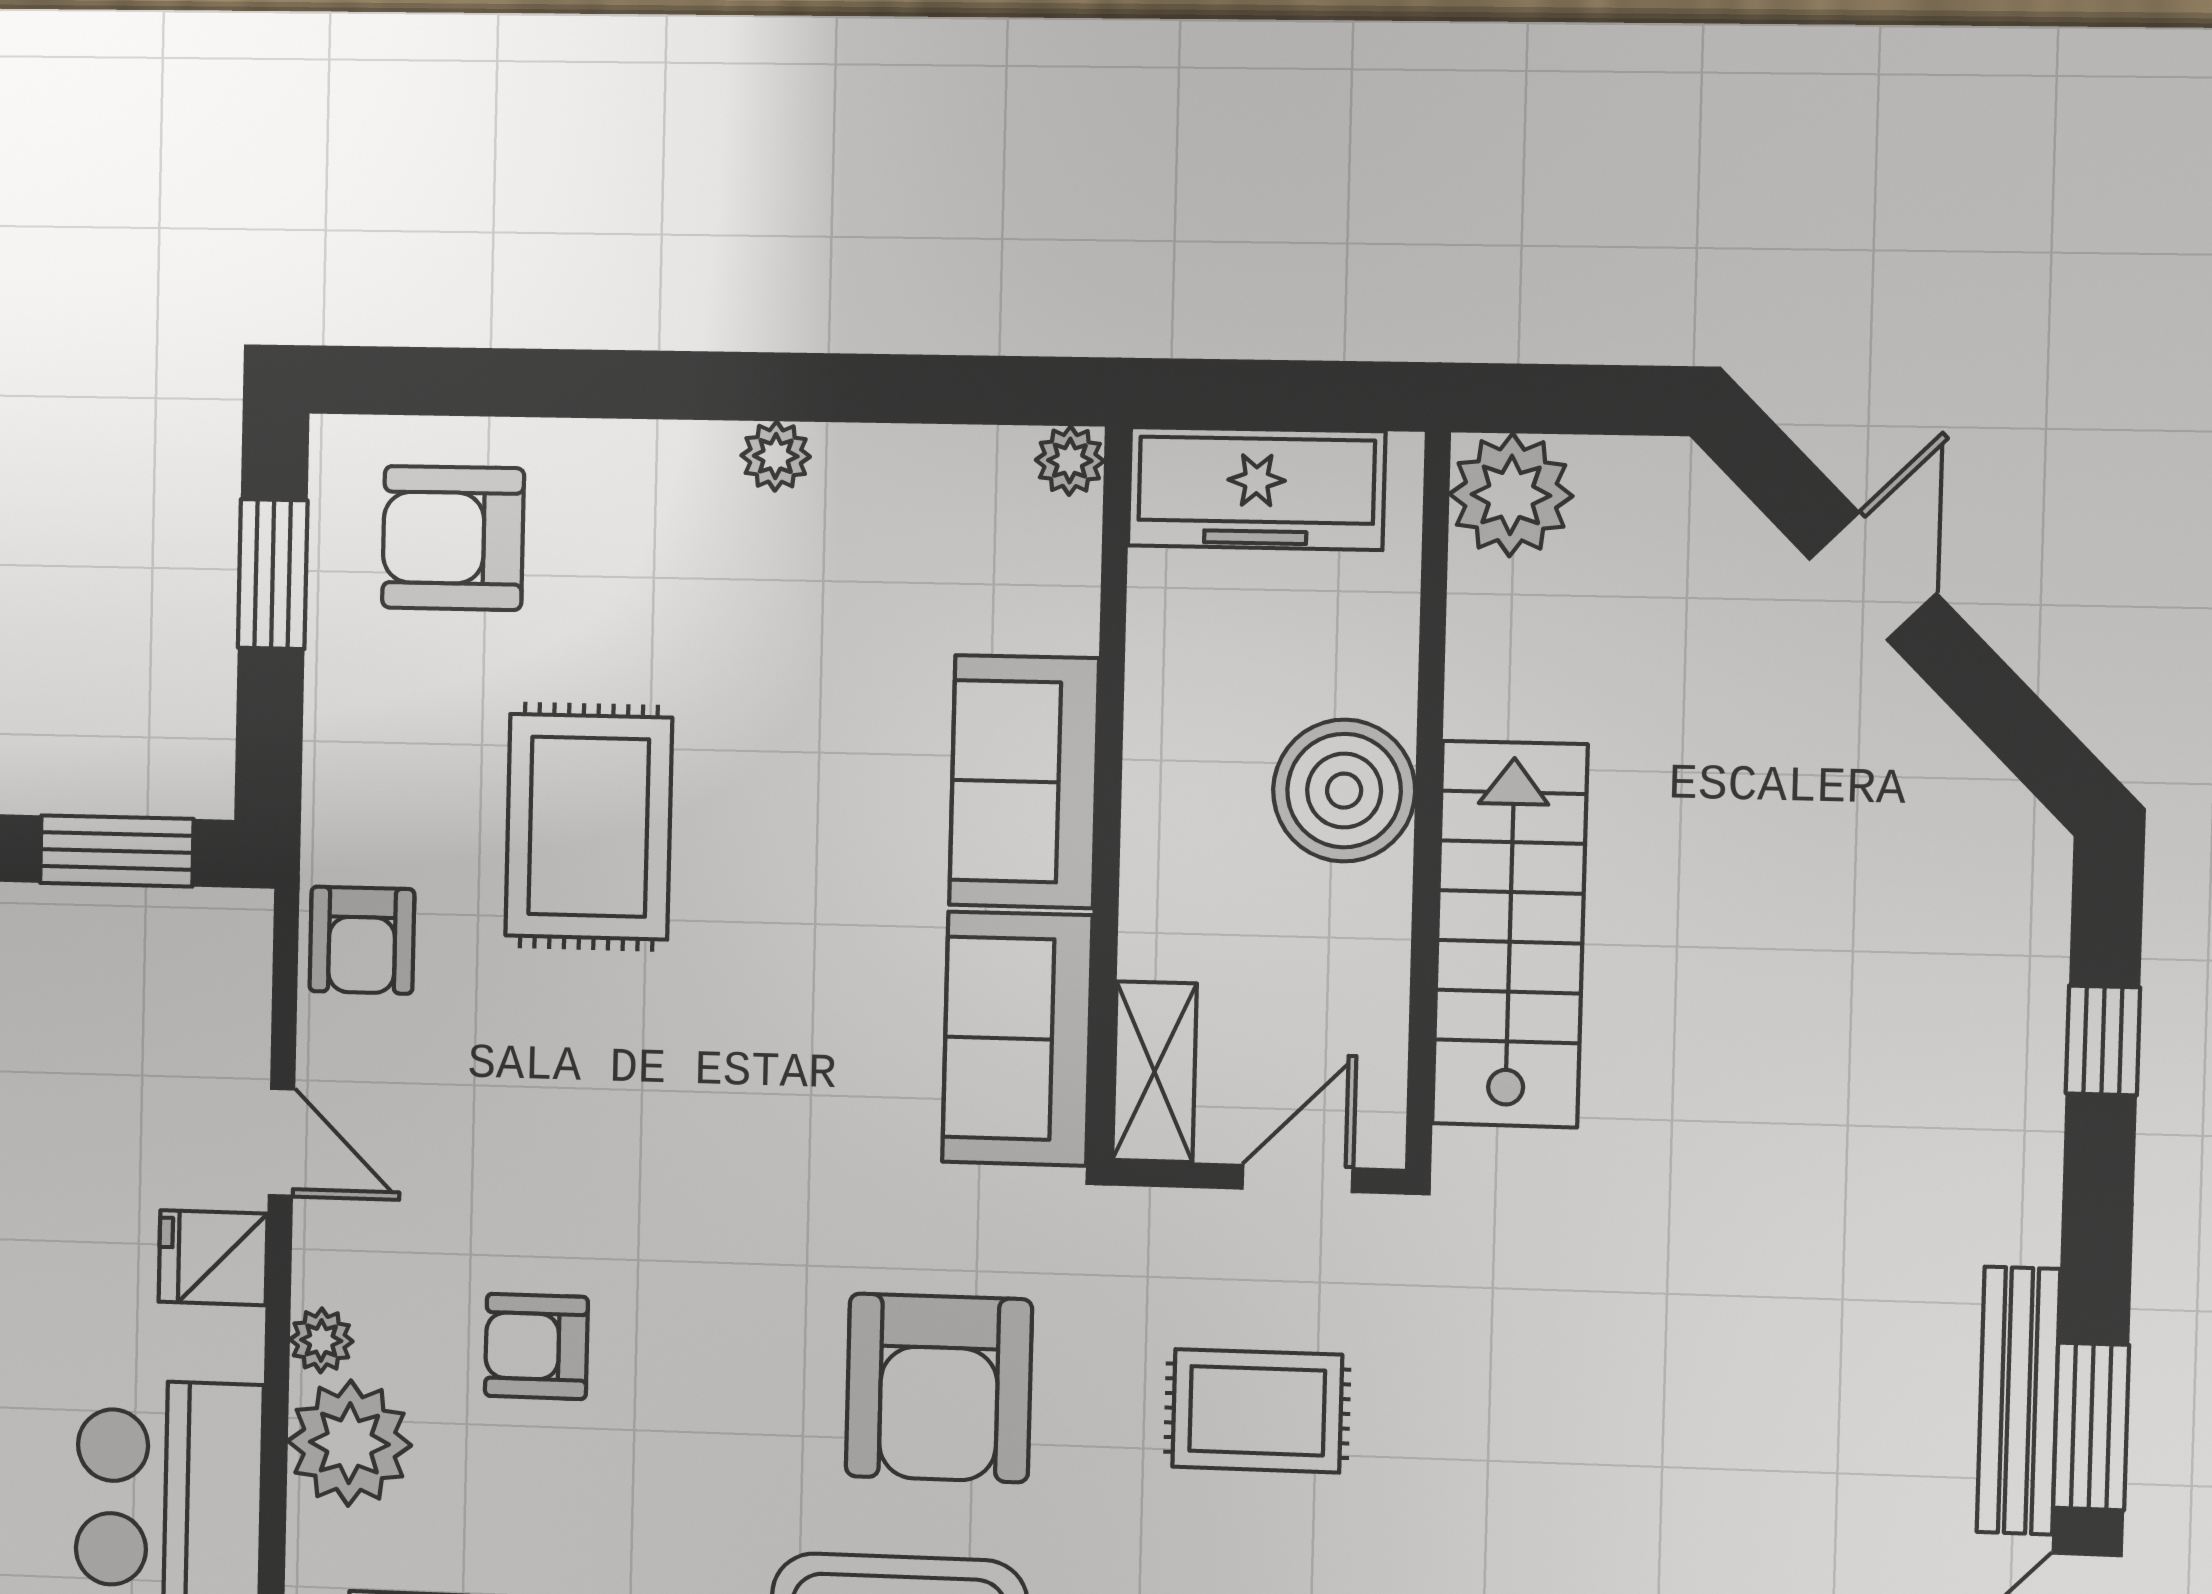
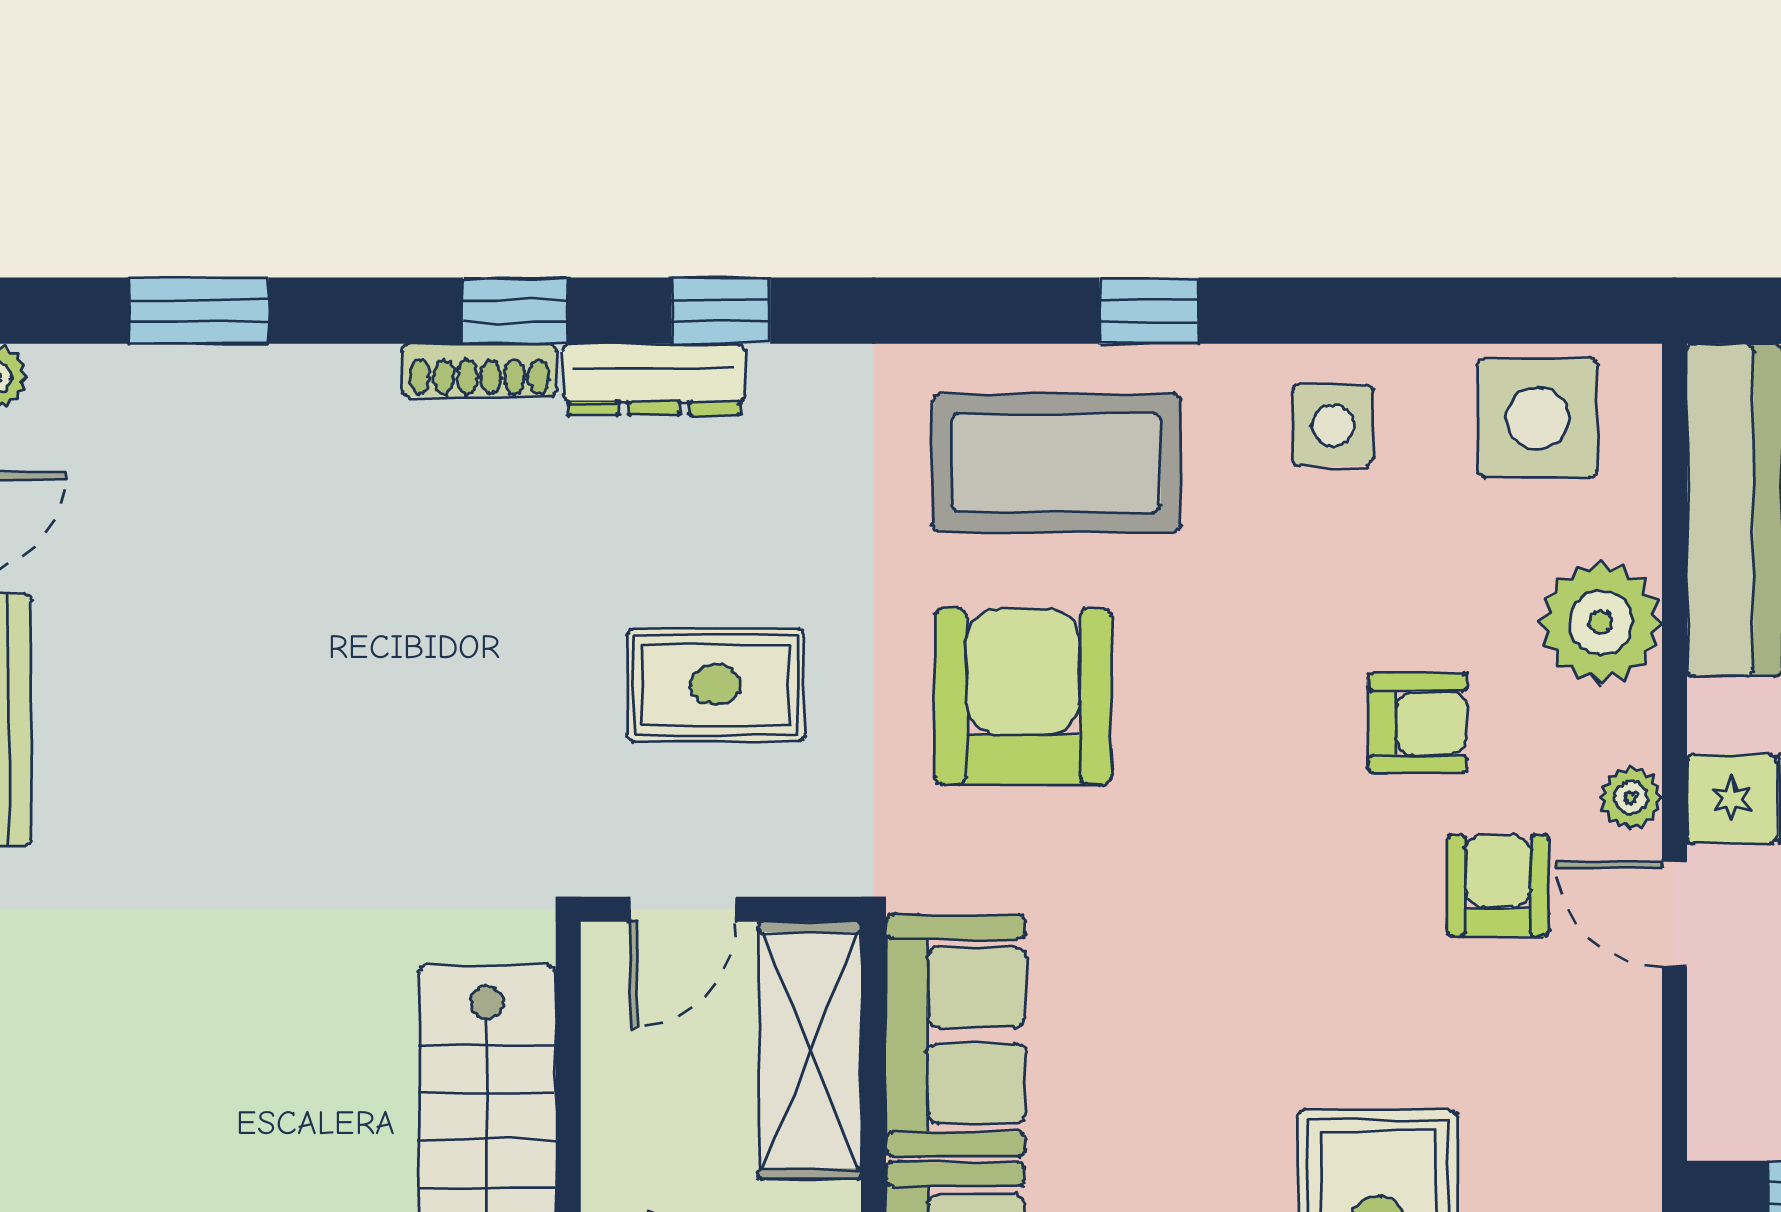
armchair: (362, 940) -> (1498, 885), moved
shelving: (1154, 1072) -> (810, 1050), width x1.50, depth x1.33
plant: (321, 1340) -> (1631, 798), moved

